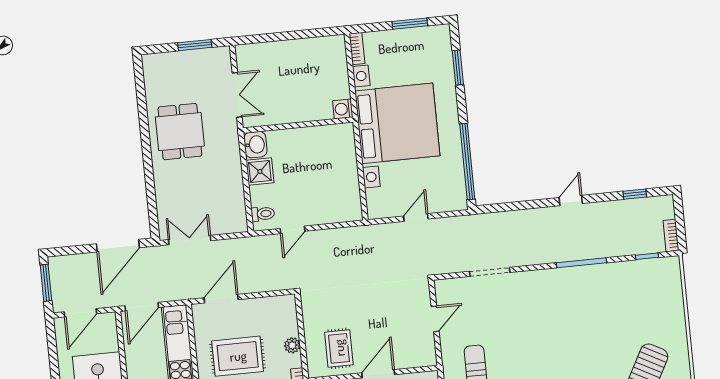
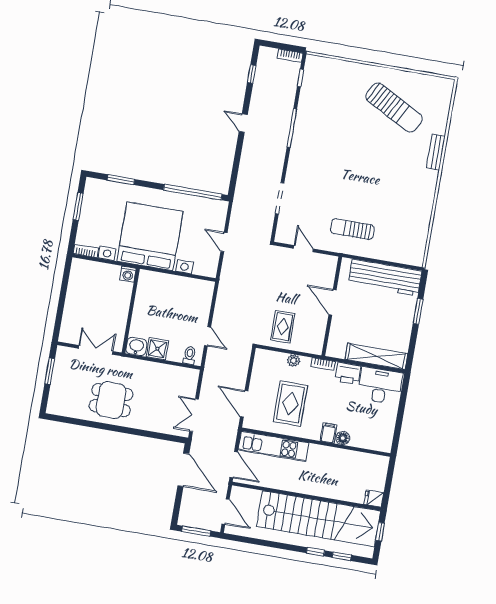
rug: (339, 348) -> (283, 327), moved, turned 90

